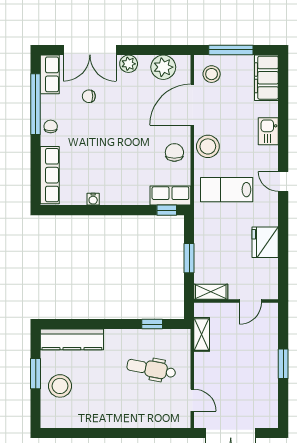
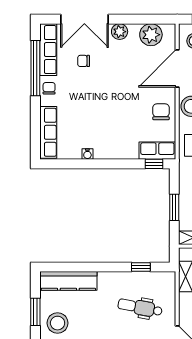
row of seats: (50, 74) -> (48, 50), width x1.48

